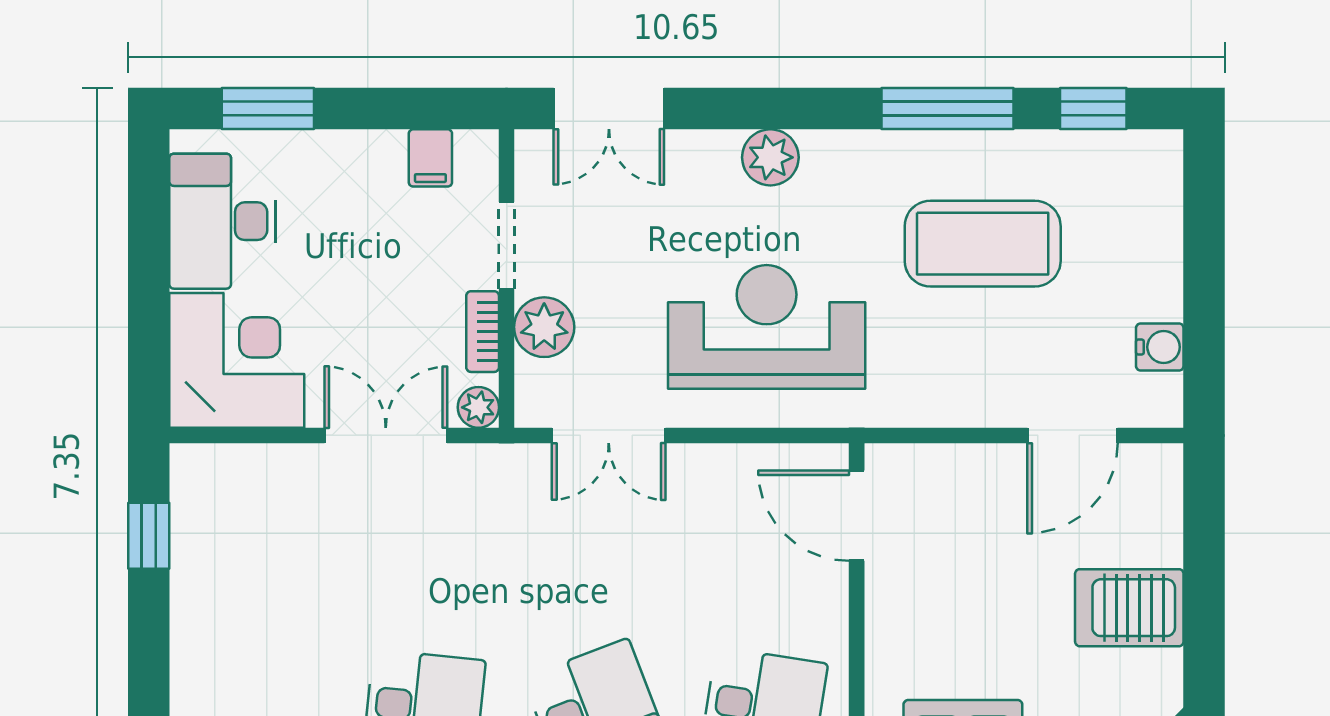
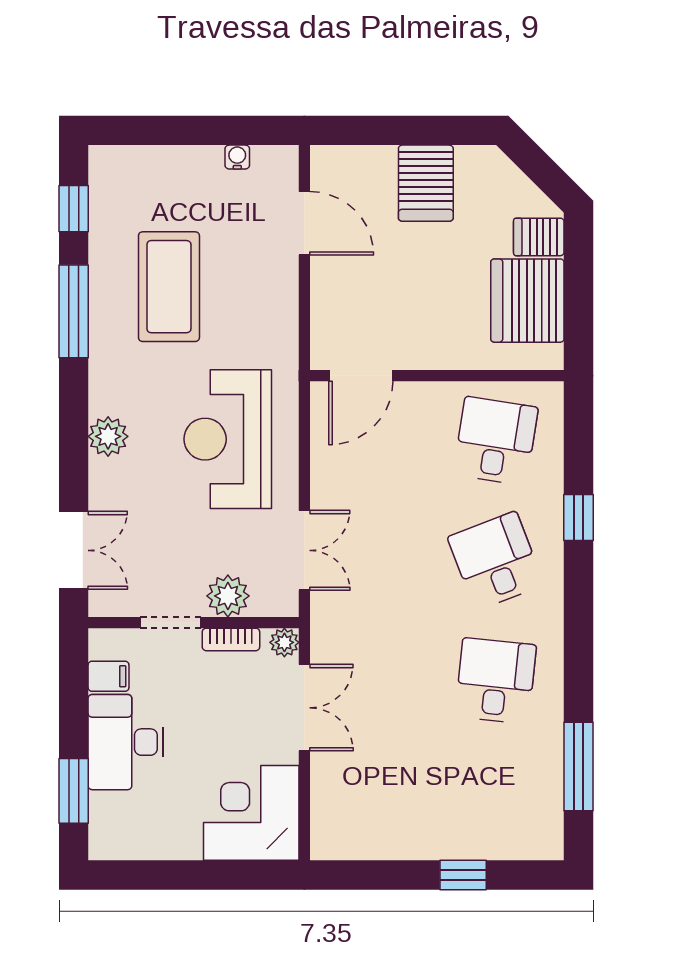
desk: (222, 221) -> (126, 742), moved, turned 90
water cooler: (1160, 347) -> (237, 157), width x0.72, depth x0.72
double door: (386, 435) -> (304, 708), swing flipped
window: (149, 536) -> (463, 875), moved

